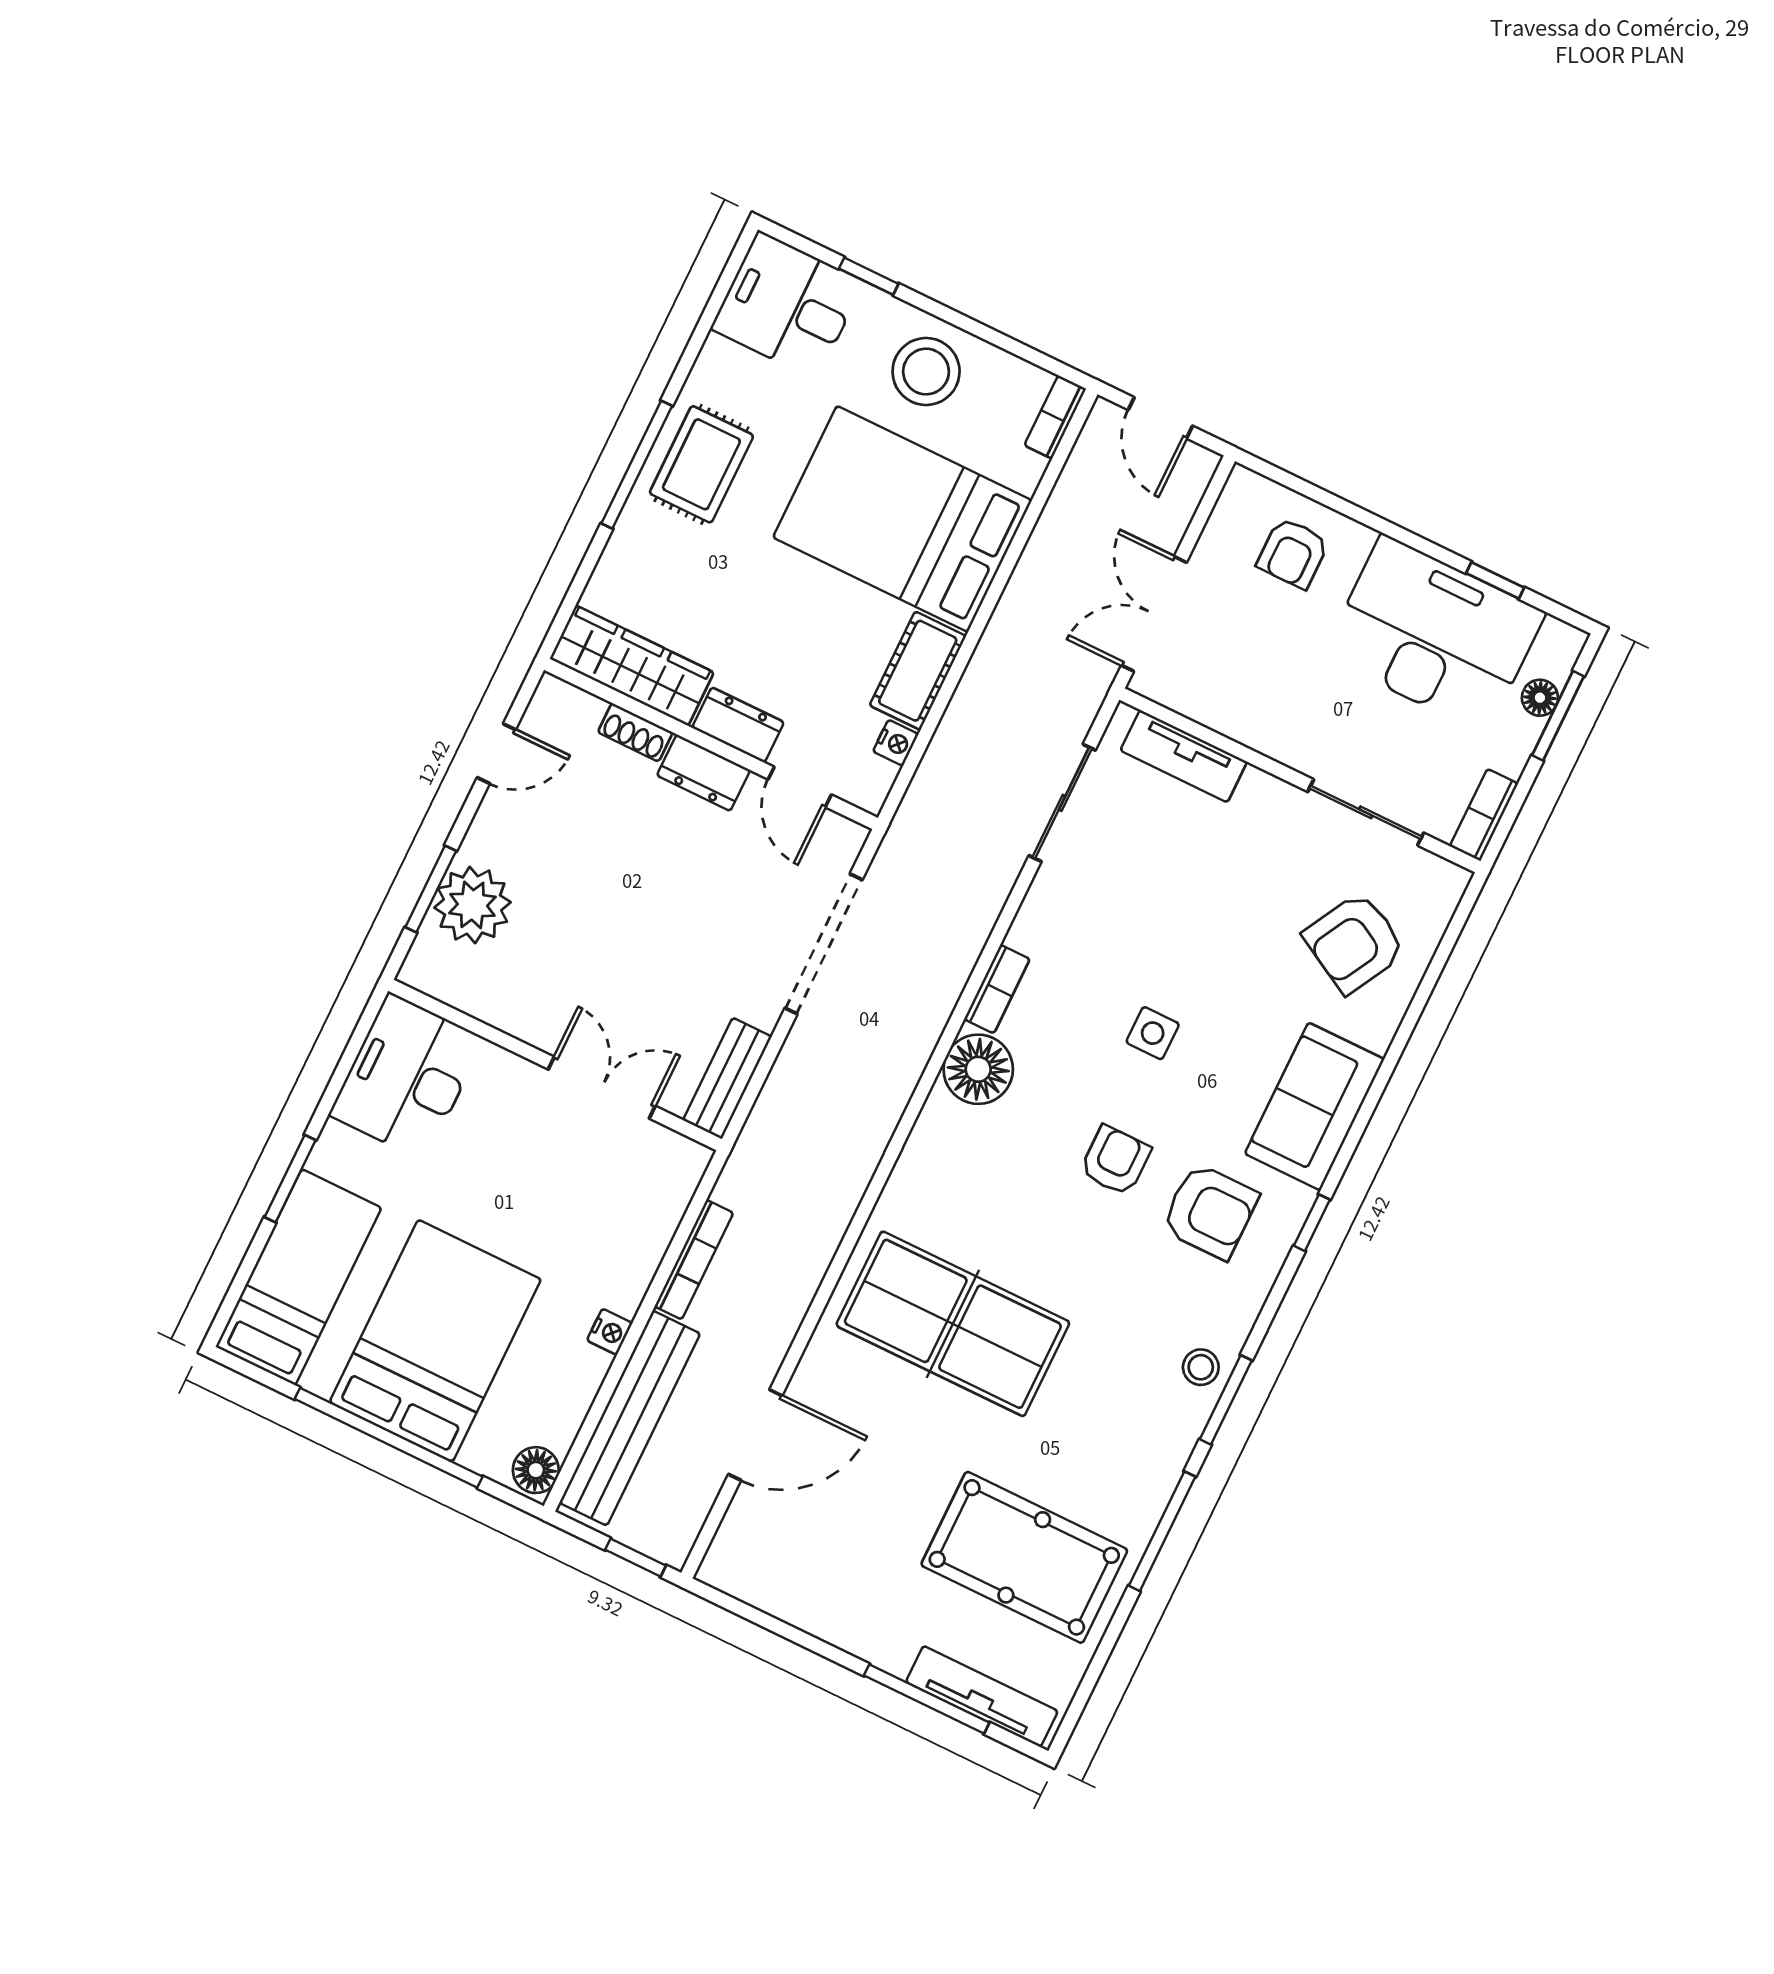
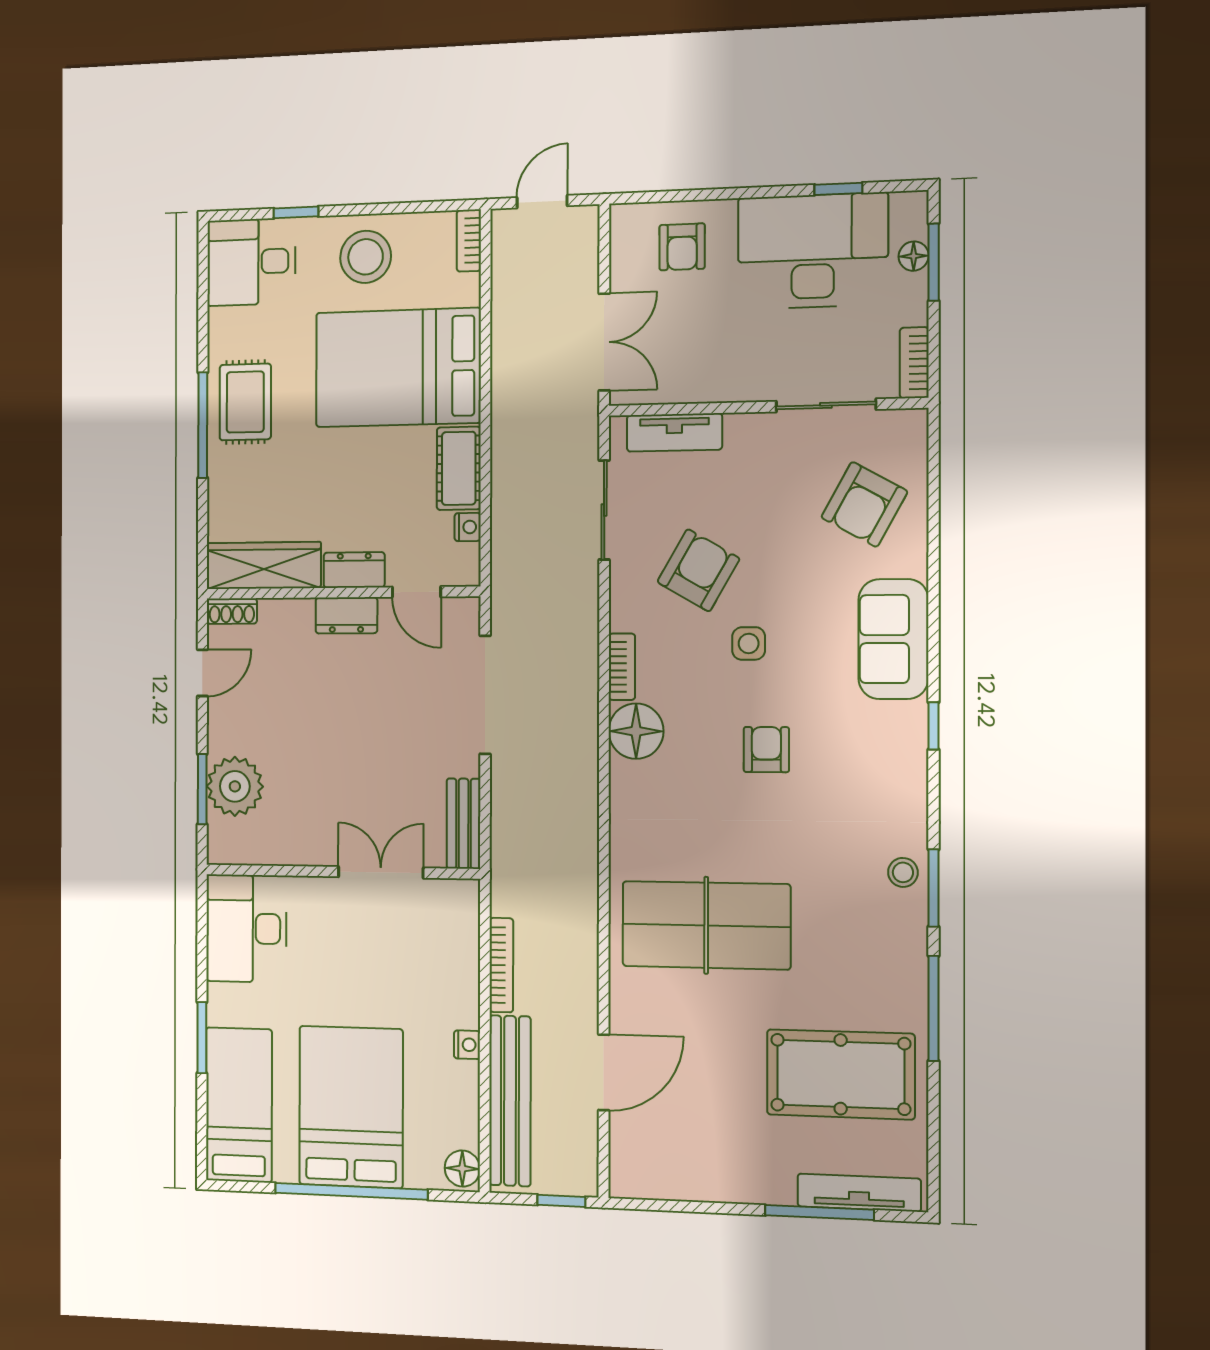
door: (1160, 418) -> (542, 202), swing flipped
double door: (1154, 614) -> (604, 342), swing flipped
shoe rack: (635, 732) -> (232, 611), moved
armchair: (1210, 1211) -> (698, 570), moved, turned -60

